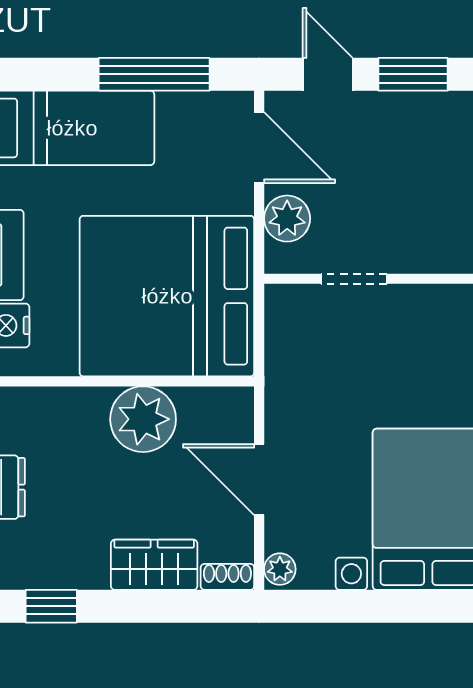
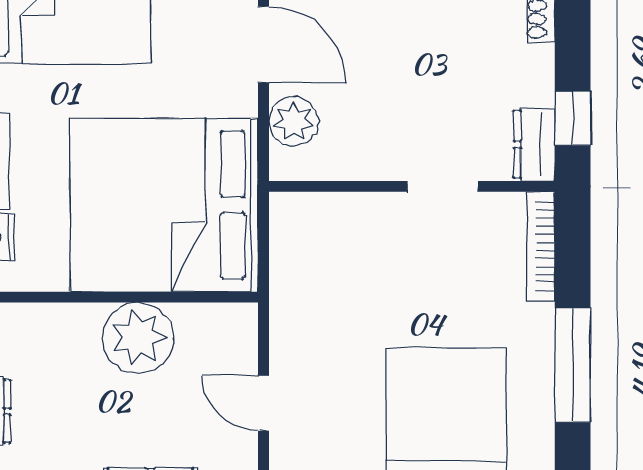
doorway: (354, 279) -> (443, 186), moved
door: (259, 480) -> (264, 403), width x0.73

